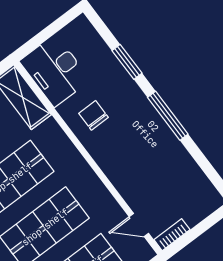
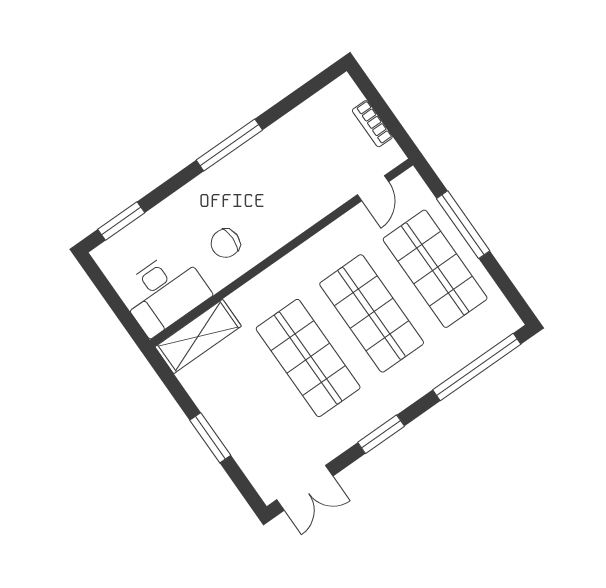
window: (127, 62) -> (121, 221), moved
bookcase: (172, 235) -> (372, 124), moved

